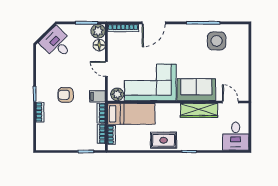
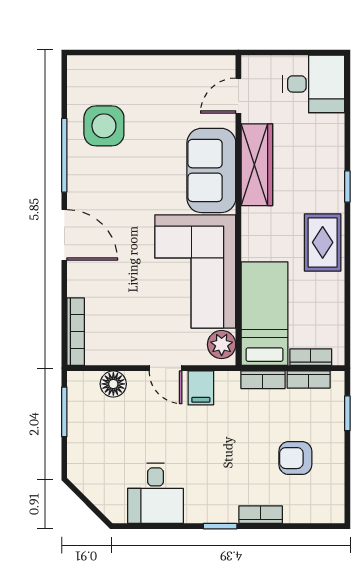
door: (154, 23) -> (64, 235), moved
plant: (98, 31) -> (83, 386), removed
desk: (57, 43) -> (156, 493), moved, turned -45
door: (106, 69) -> (166, 368), hinge flipped
armchair: (66, 95) -> (295, 458), moved, turned 90
filing cabinet: (97, 96) -> (201, 388), moved

